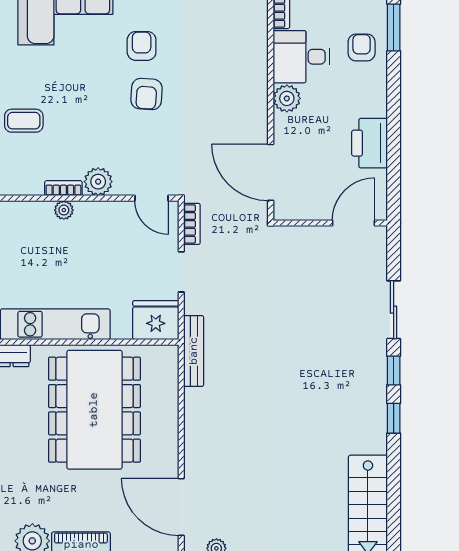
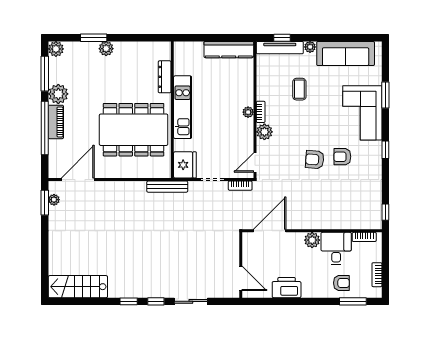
armchair: (142, 46) -> (342, 157), turned 180

